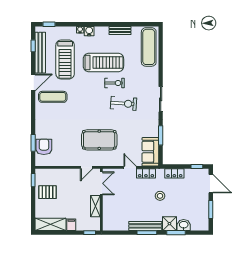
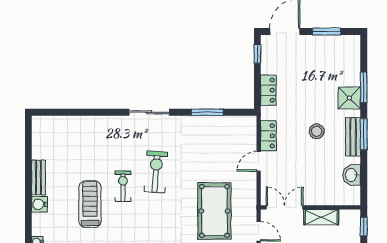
water cooler: (89, 31) -> (39, 204), moved
exercise mat: (149, 47) -> (65, 131), removed
treadmill: (103, 63) -> (90, 204), width x0.73, depth x0.73
sofa: (150, 152) -> (234, 129), removed
stool: (160, 196) -> (317, 131), moved
washbasin: (184, 225) -> (352, 175), moved
bench: (145, 226) -> (353, 137), width x0.73

